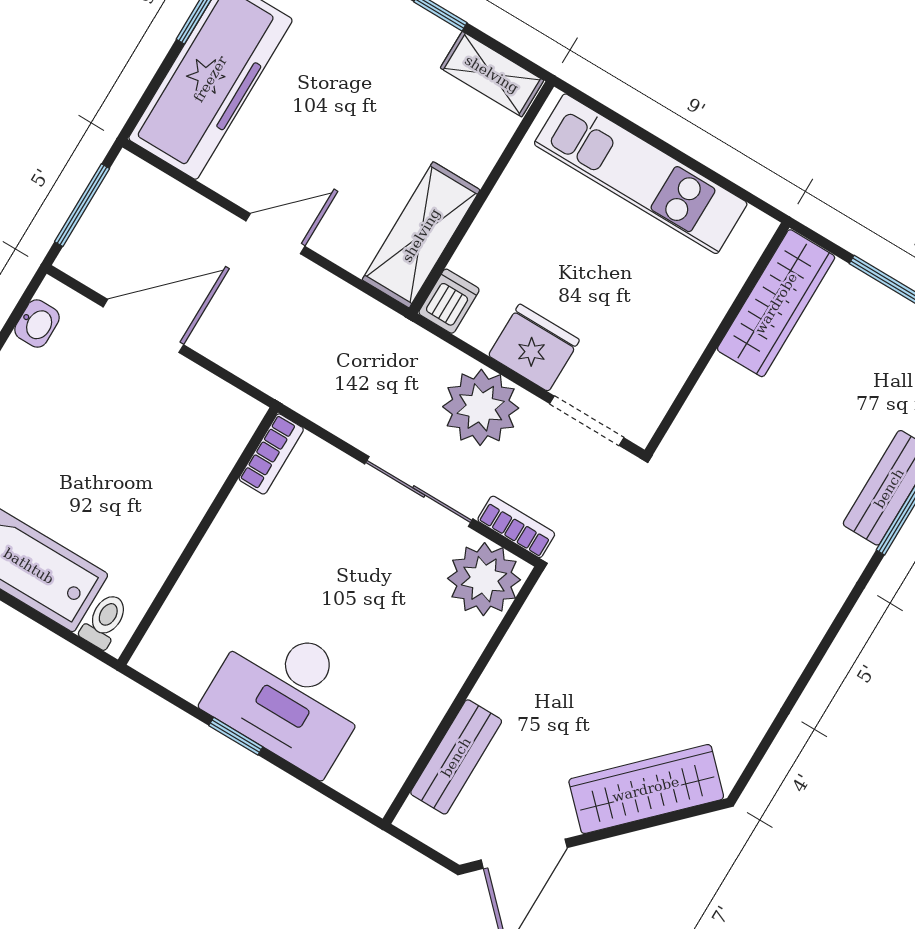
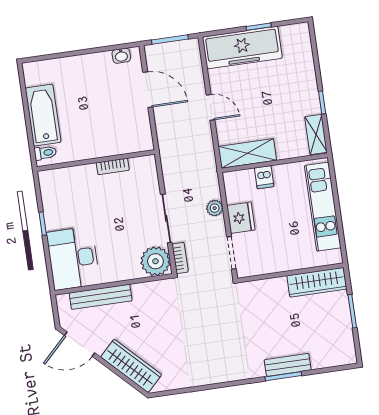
dishwasher: (449, 301) -> (264, 177), moved, turned 90
plant: (481, 407) -> (215, 208), width x0.53, depth x0.53
bookcase: (271, 454) -> (113, 166), moved
desk: (289, 695) -> (73, 258), moved
bench: (456, 757) -> (101, 297), width x1.36

